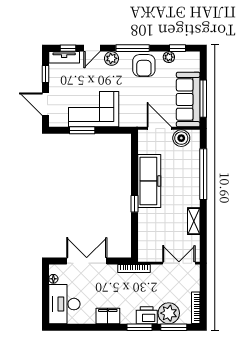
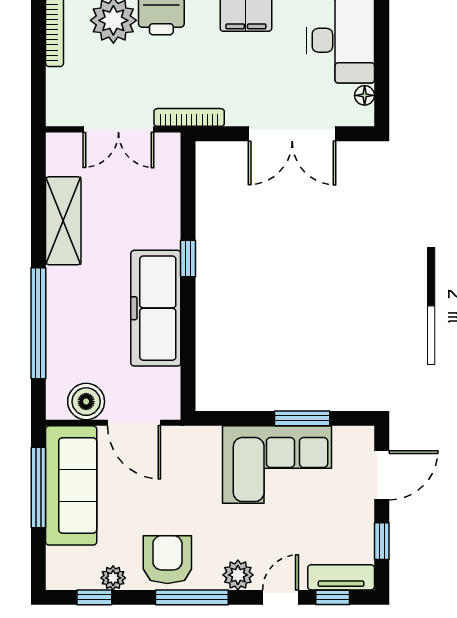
door: (45, 104) -> (382, 475), hinge flipped
shelving: (194, 221) -> (63, 221), width x1.50, depth x1.33
double door: (179, 263) -> (118, 129), moved

